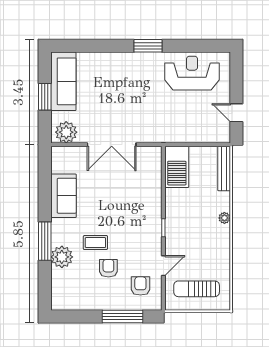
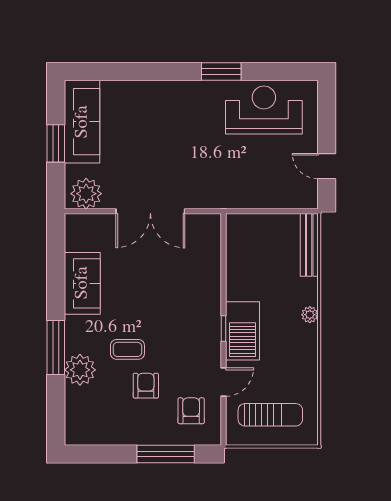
window: (148, 46) -> (221, 71), moved
barbecue: (177, 167) -> (242, 331), moved
sun lounger: (197, 289) -> (270, 415), turned 180

